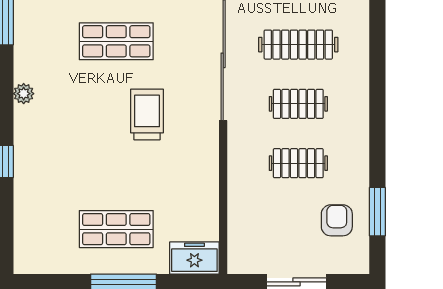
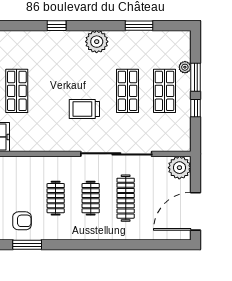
plant: (24, 94) -> (97, 42), width x1.87, depth x1.87
trolley: (147, 114) -> (84, 109), turned 180

